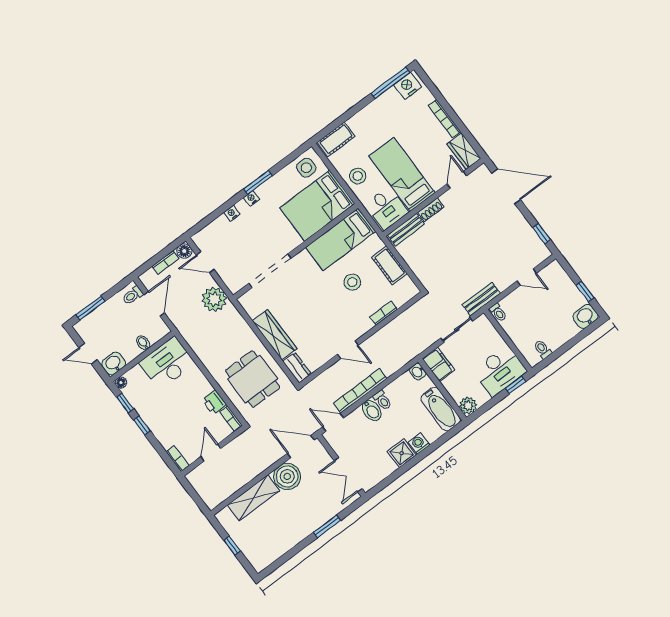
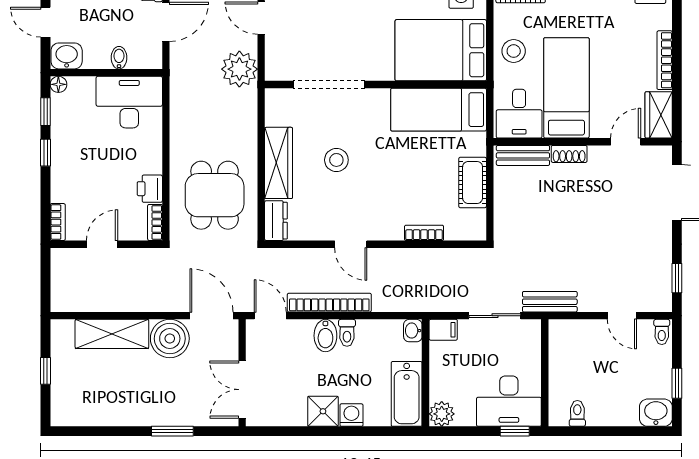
stool: (352, 282) -> (336, 160), moved
toilet: (498, 312) -> (662, 332), moved
filing cabinet: (438, 364) -> (443, 330), width x0.50

